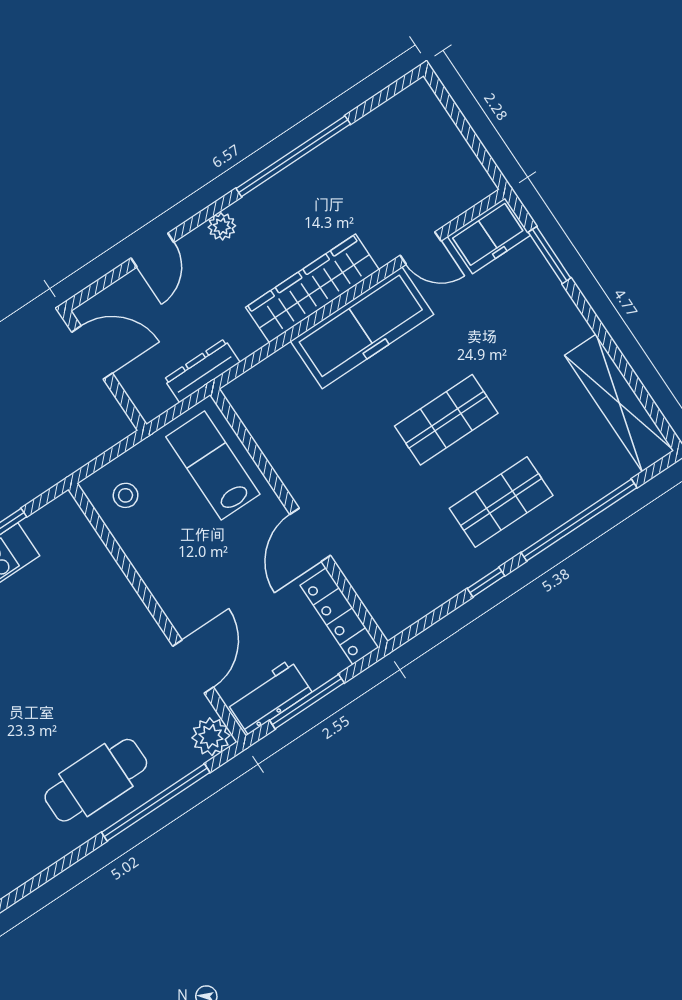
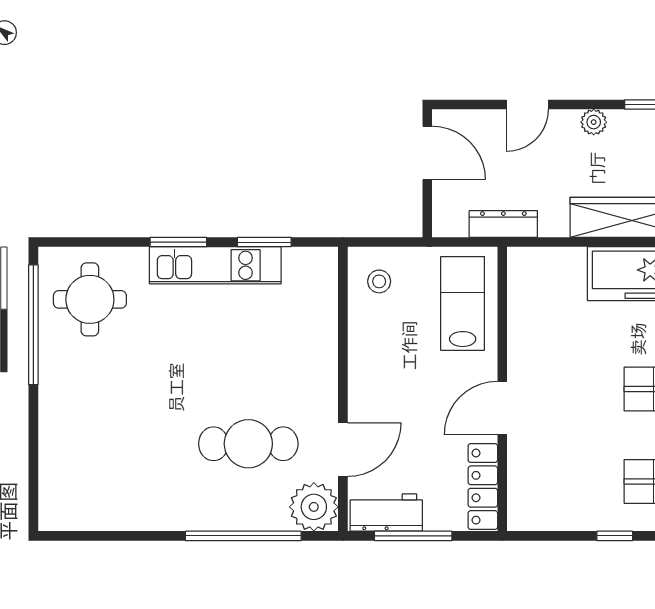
plant: (211, 737) -> (314, 507), width x1.36, depth x1.36
cafe table: (96, 780) -> (248, 444), moved

